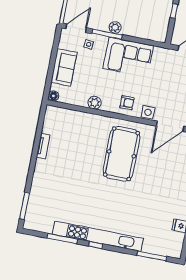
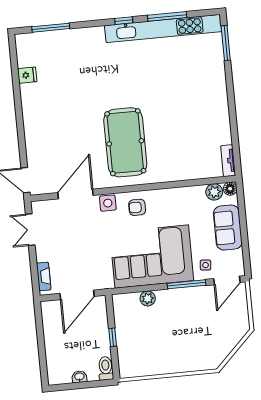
plant: (115, 27) -> (148, 298), moved
corner sofa: (128, 57) -> (152, 256), width x1.36, depth x1.36
plant: (95, 103) -> (214, 192), moved
tv unit: (43, 146) -> (228, 161), moved
kitchen unit: (98, 236) -> (163, 29), moved

